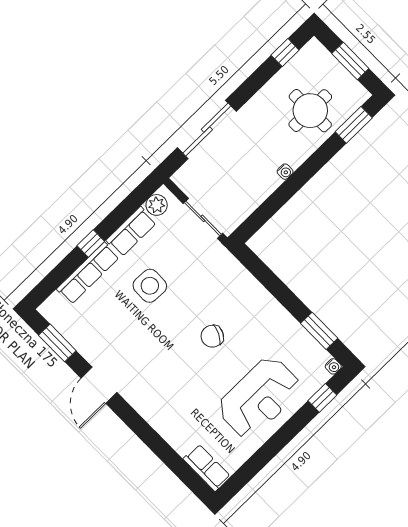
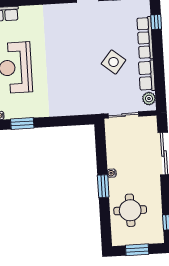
window: (354, 125) -> (103, 186), moved
window: (91, 244) -> (156, 22), moved
side table: (150, 286) -> (114, 62), turned 37
chair: (212, 336) -> (64, 71), removed

